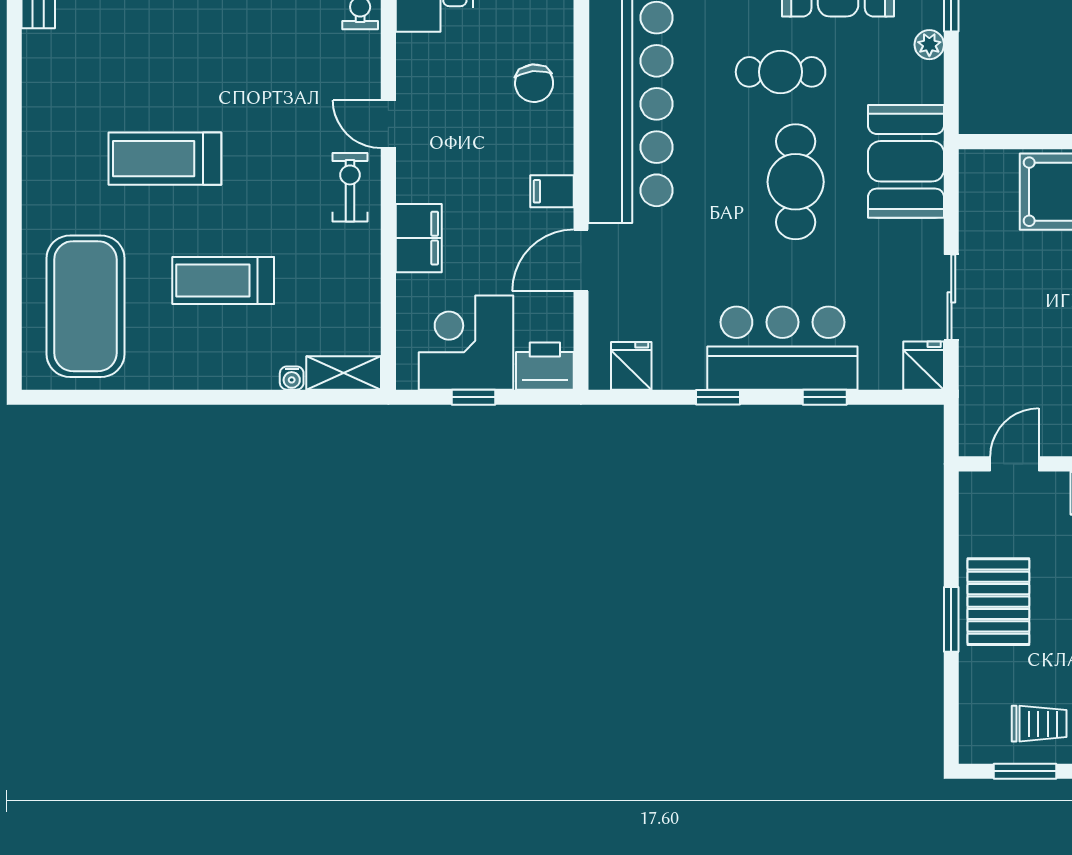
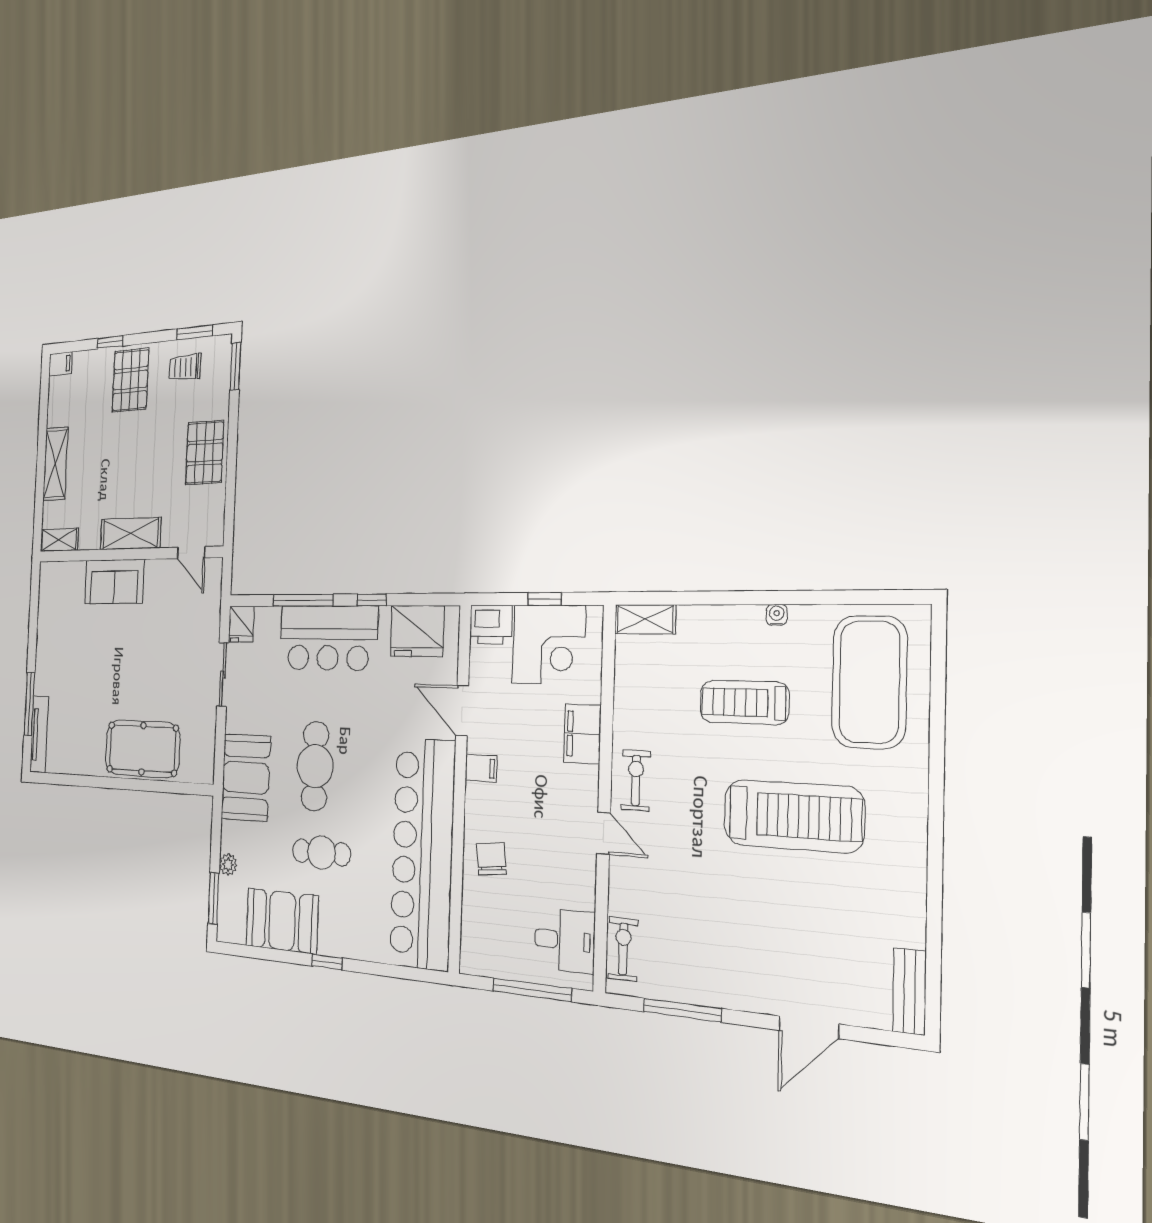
treadmill: (165, 159) -> (793, 816), width x1.37, depth x1.38
exercise bike: (350, 187) -> (636, 780), turned 180
door: (581, 260) -> (462, 711), swing flipped
treadmill: (223, 281) -> (744, 702), turned 180
fridge: (631, 366) -> (417, 631), width x1.88, depth x1.34
water cooler: (292, 378) -> (777, 615), moved
window: (825, 397) -> (303, 600), width x2.17
door: (1014, 464) -> (191, 553), hinge flipped
window: (951, 619) -> (235, 366), moved

